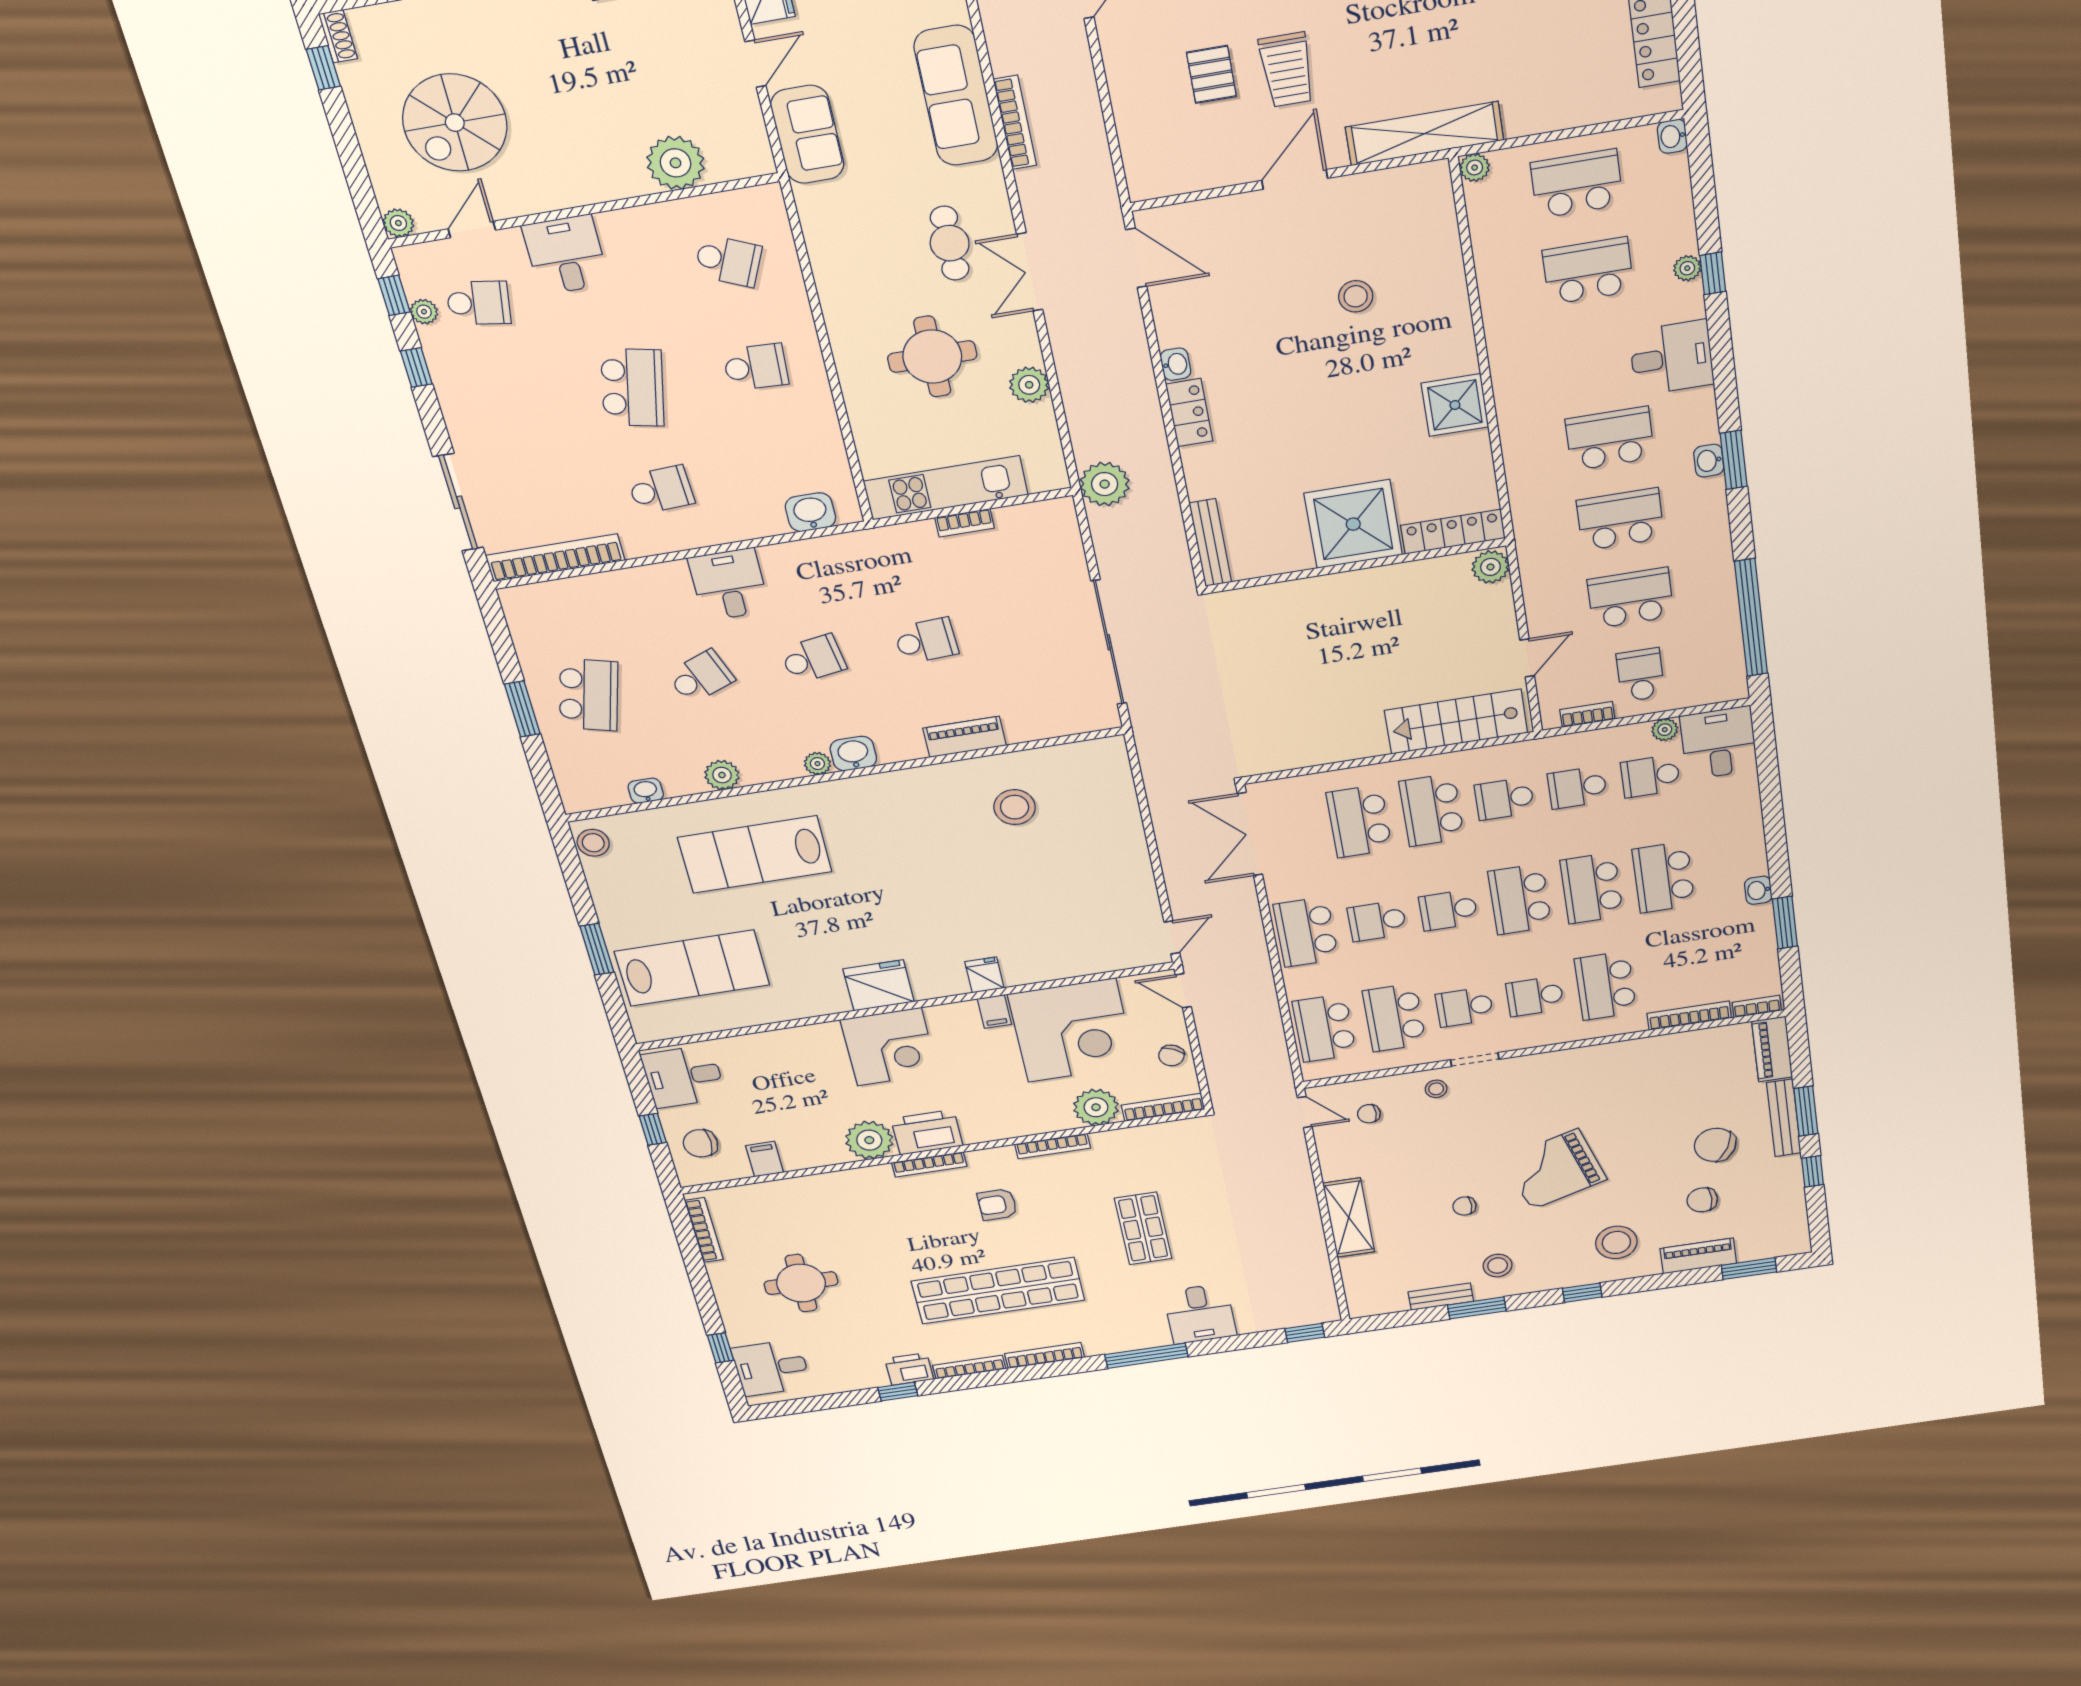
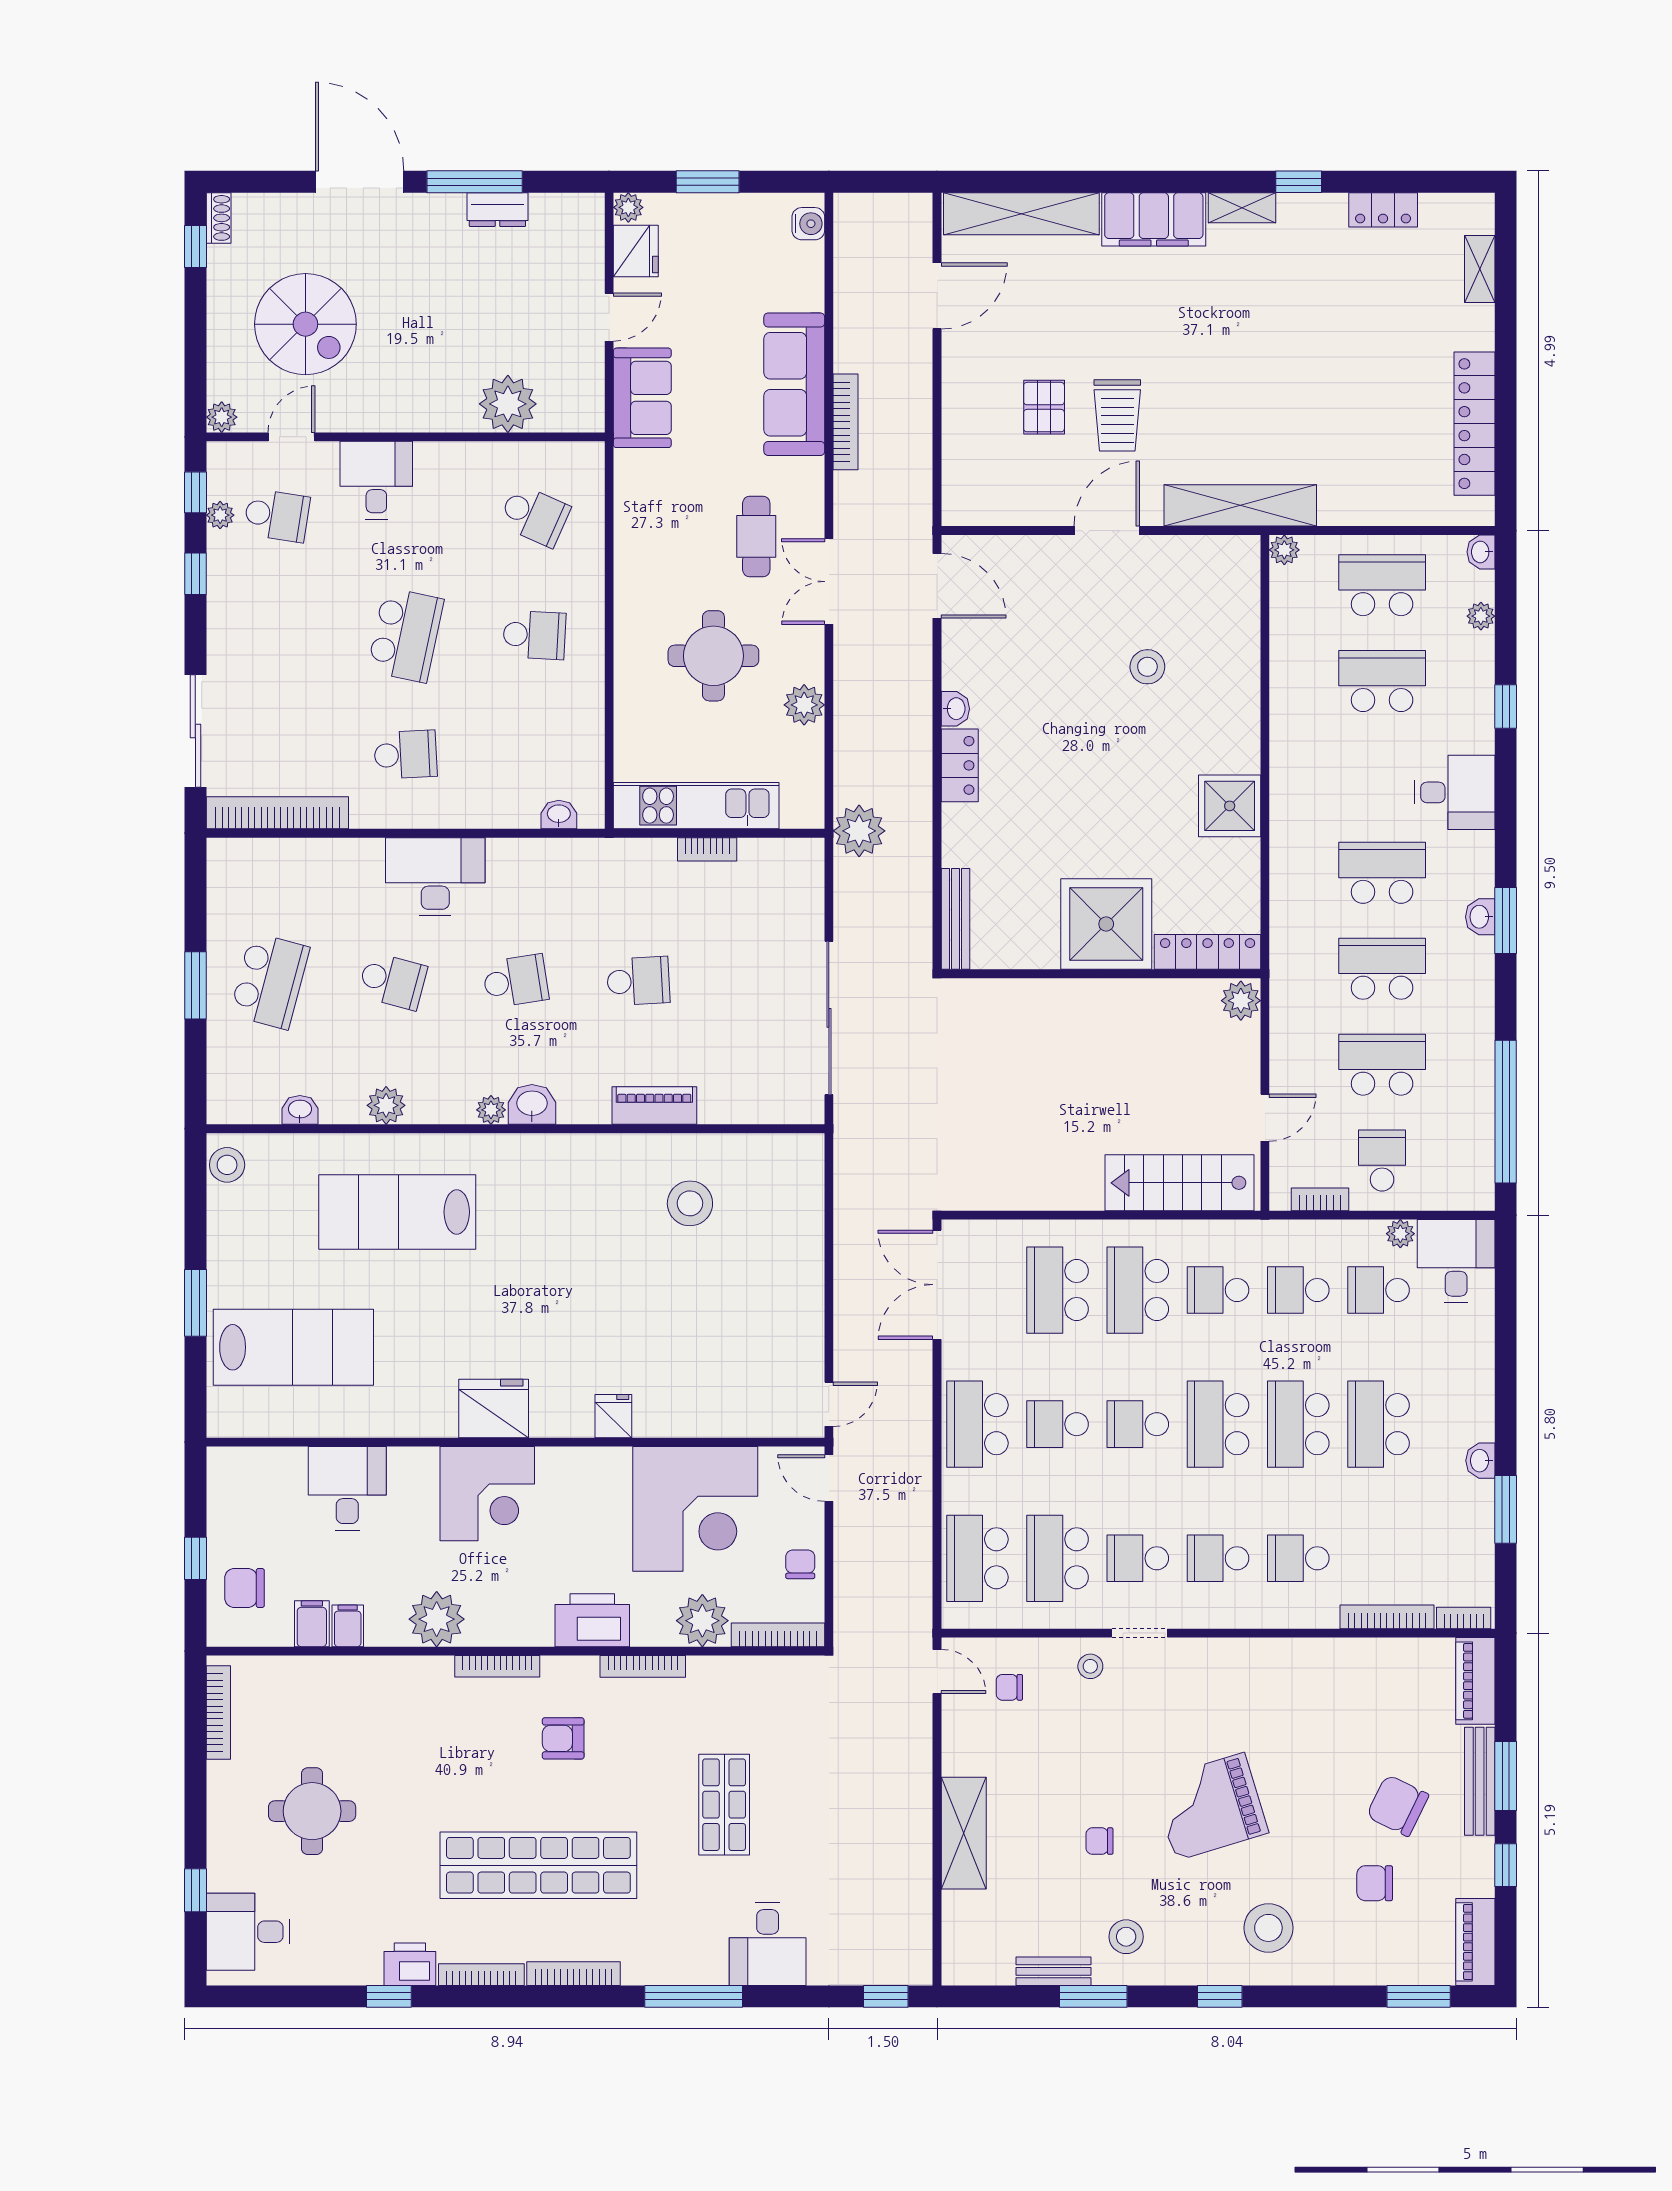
spiral stairs: (455, 123) -> (305, 324), turned -90
plant: (1687, 268) -> (1481, 616), moved
washbasin: (810, 512) -> (559, 815), width x0.72, depth x0.69
desk: (729, 584) -> (435, 877), width x1.37
school desk: (701, 677) -> (393, 981), turned 36
school desk: (1606, 986) -> (1298, 1558), width x0.54
filing cabinet: (994, 1012) -> (348, 1626), moved, turned 180
chair: (1171, 1055) -> (800, 1564), turned 151
desk: (683, 1077) -> (347, 1488), moved, turned 90
printer: (927, 1132) -> (592, 1620), moved
piano: (1698, 1256) -> (1475, 1942), moved, turned -90

